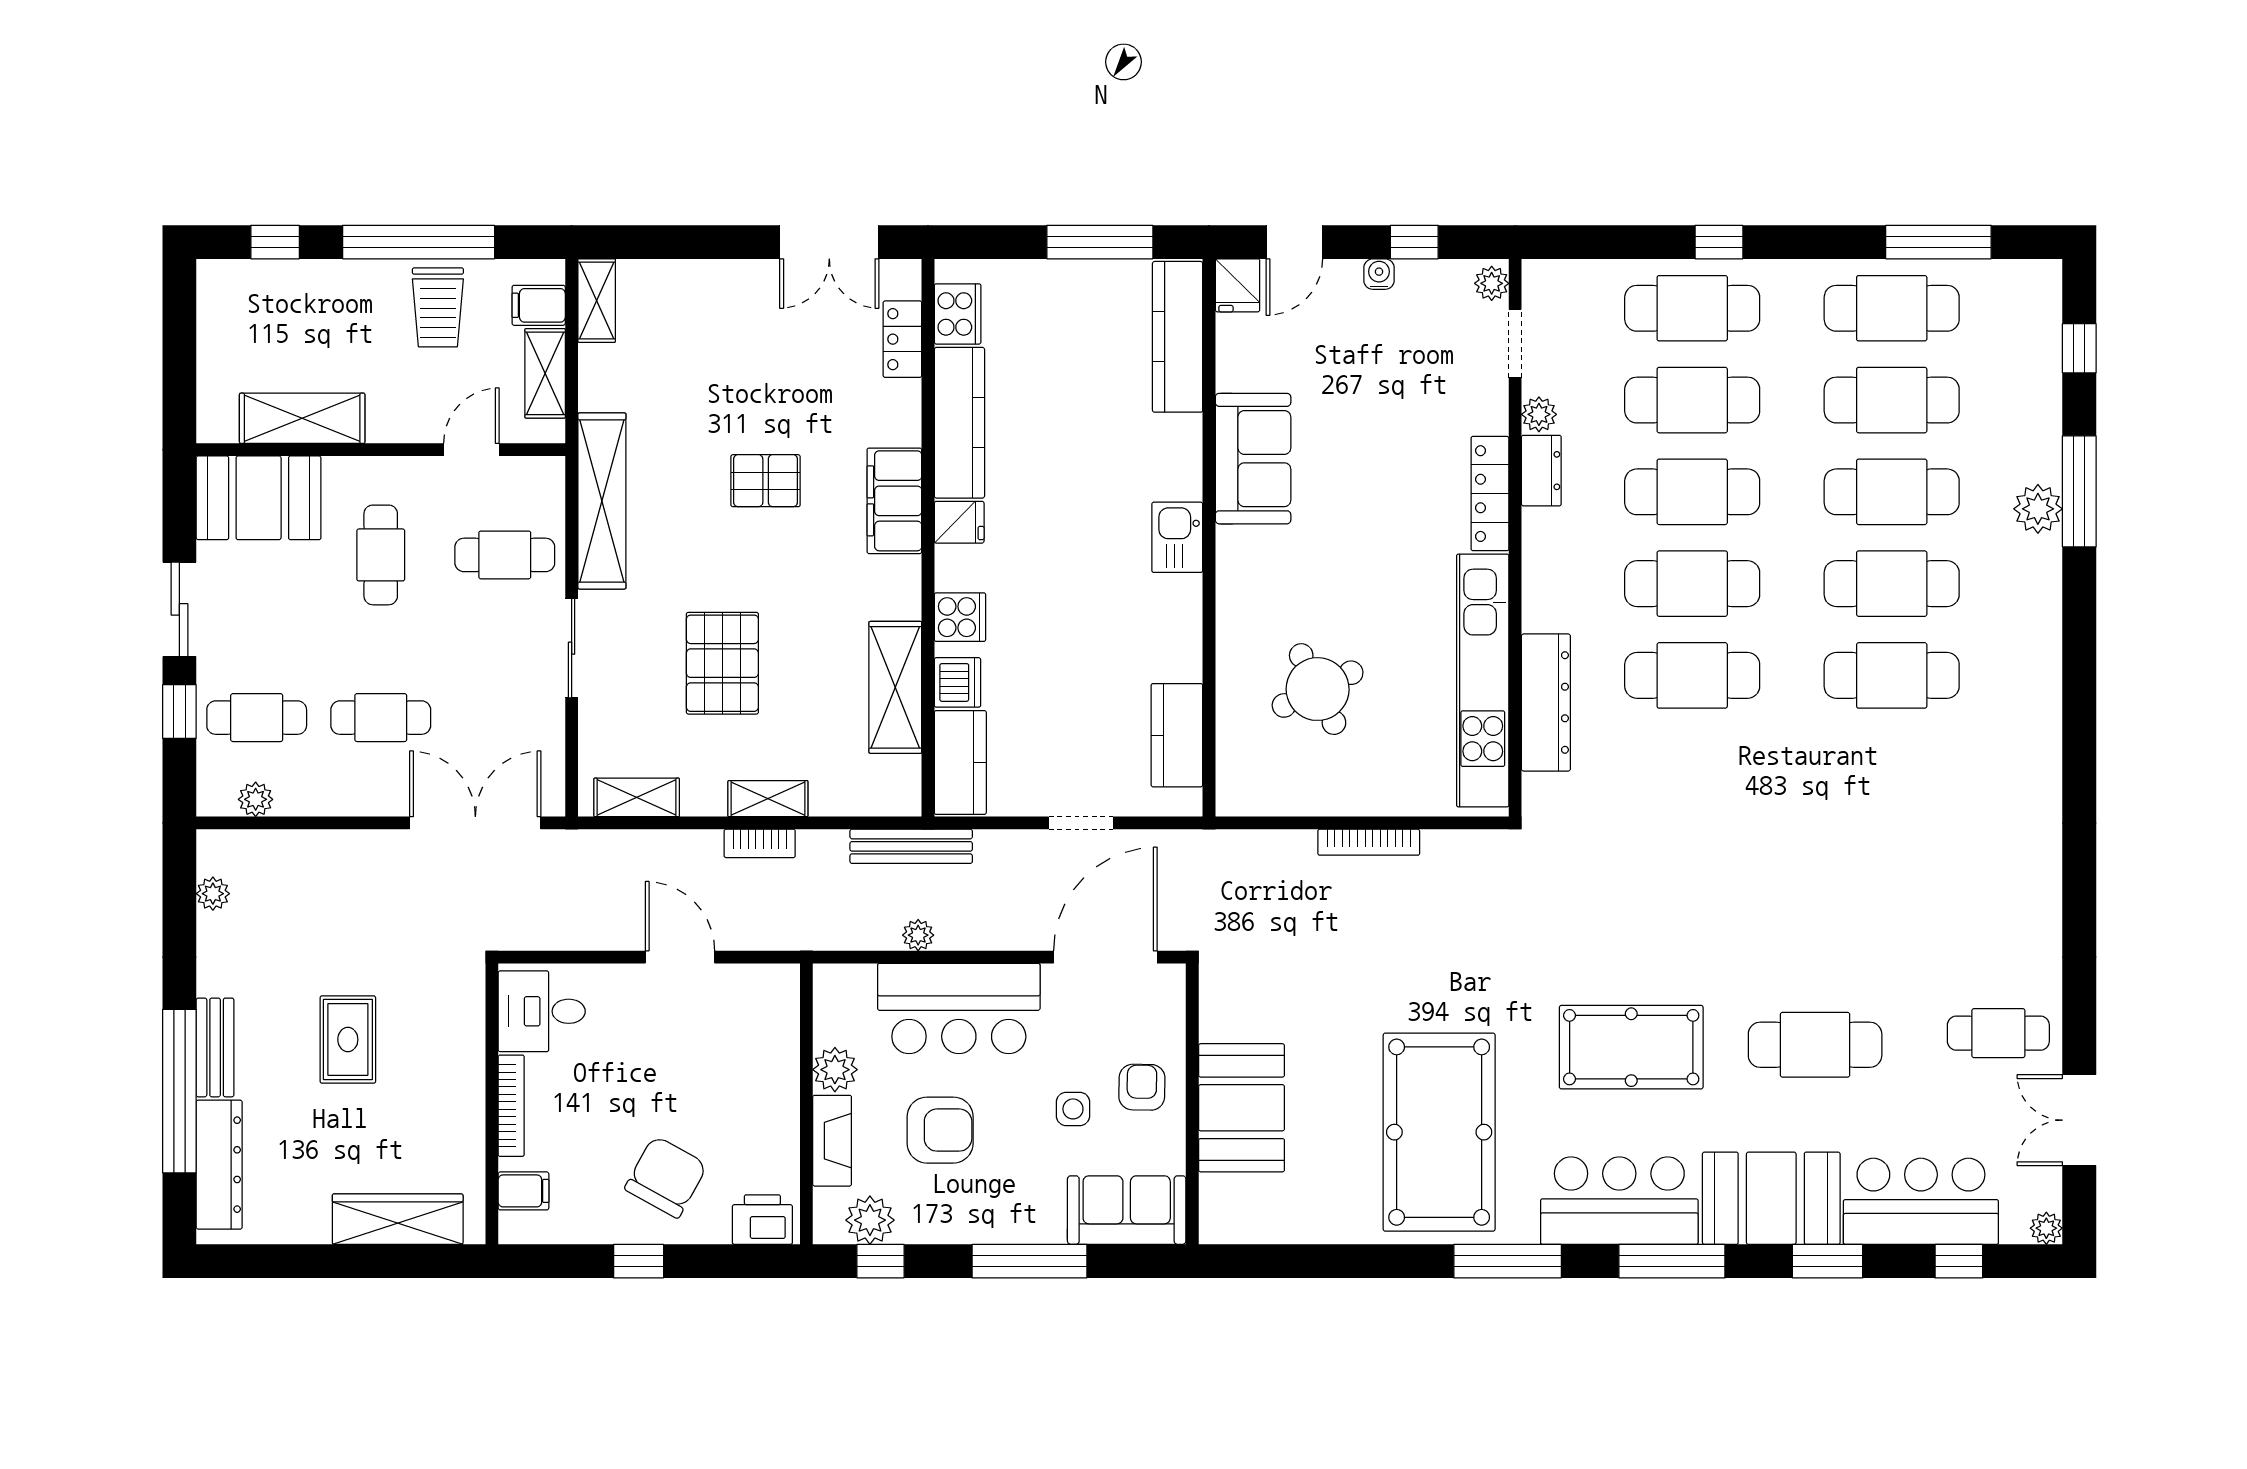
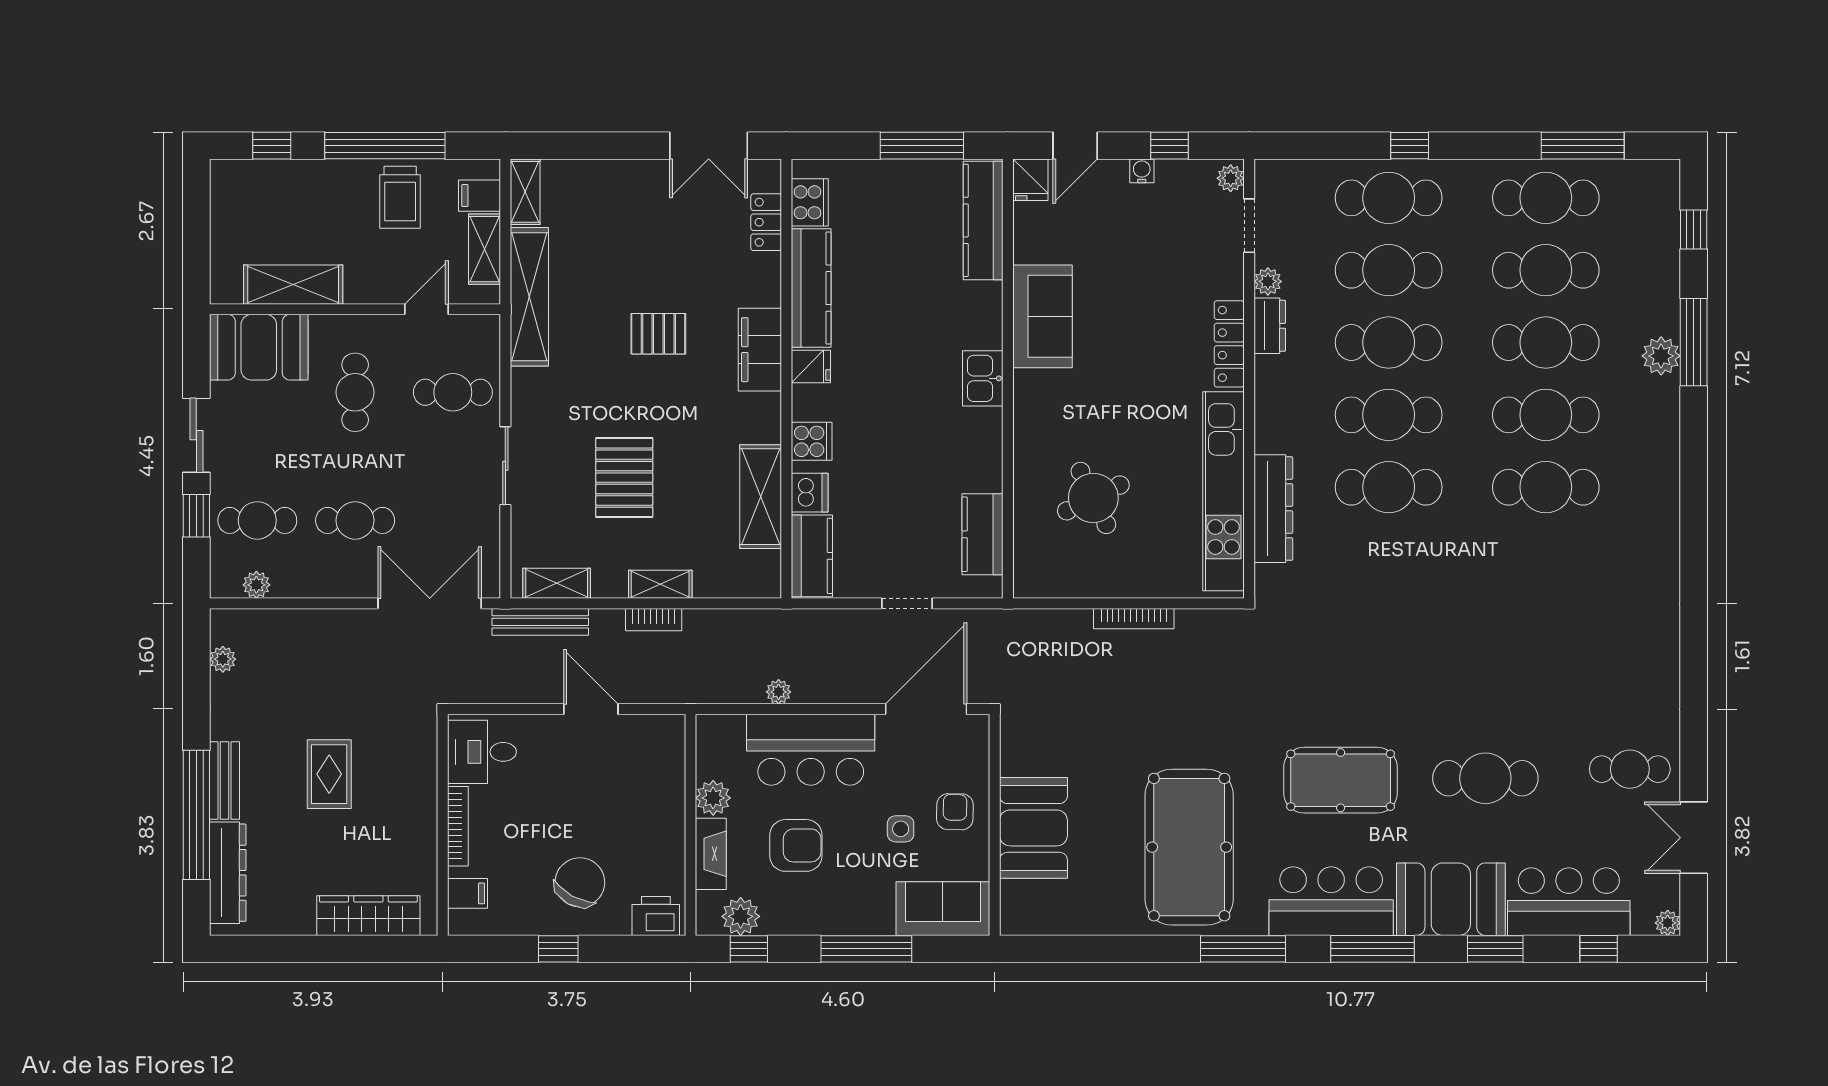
shelving: (602, 501) -> (529, 297), moved
bench: (911, 846) -> (540, 622), moved

